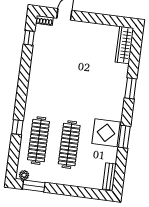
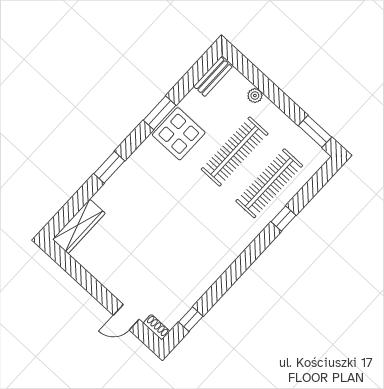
plant: (24, 175) -> (255, 96), moved

